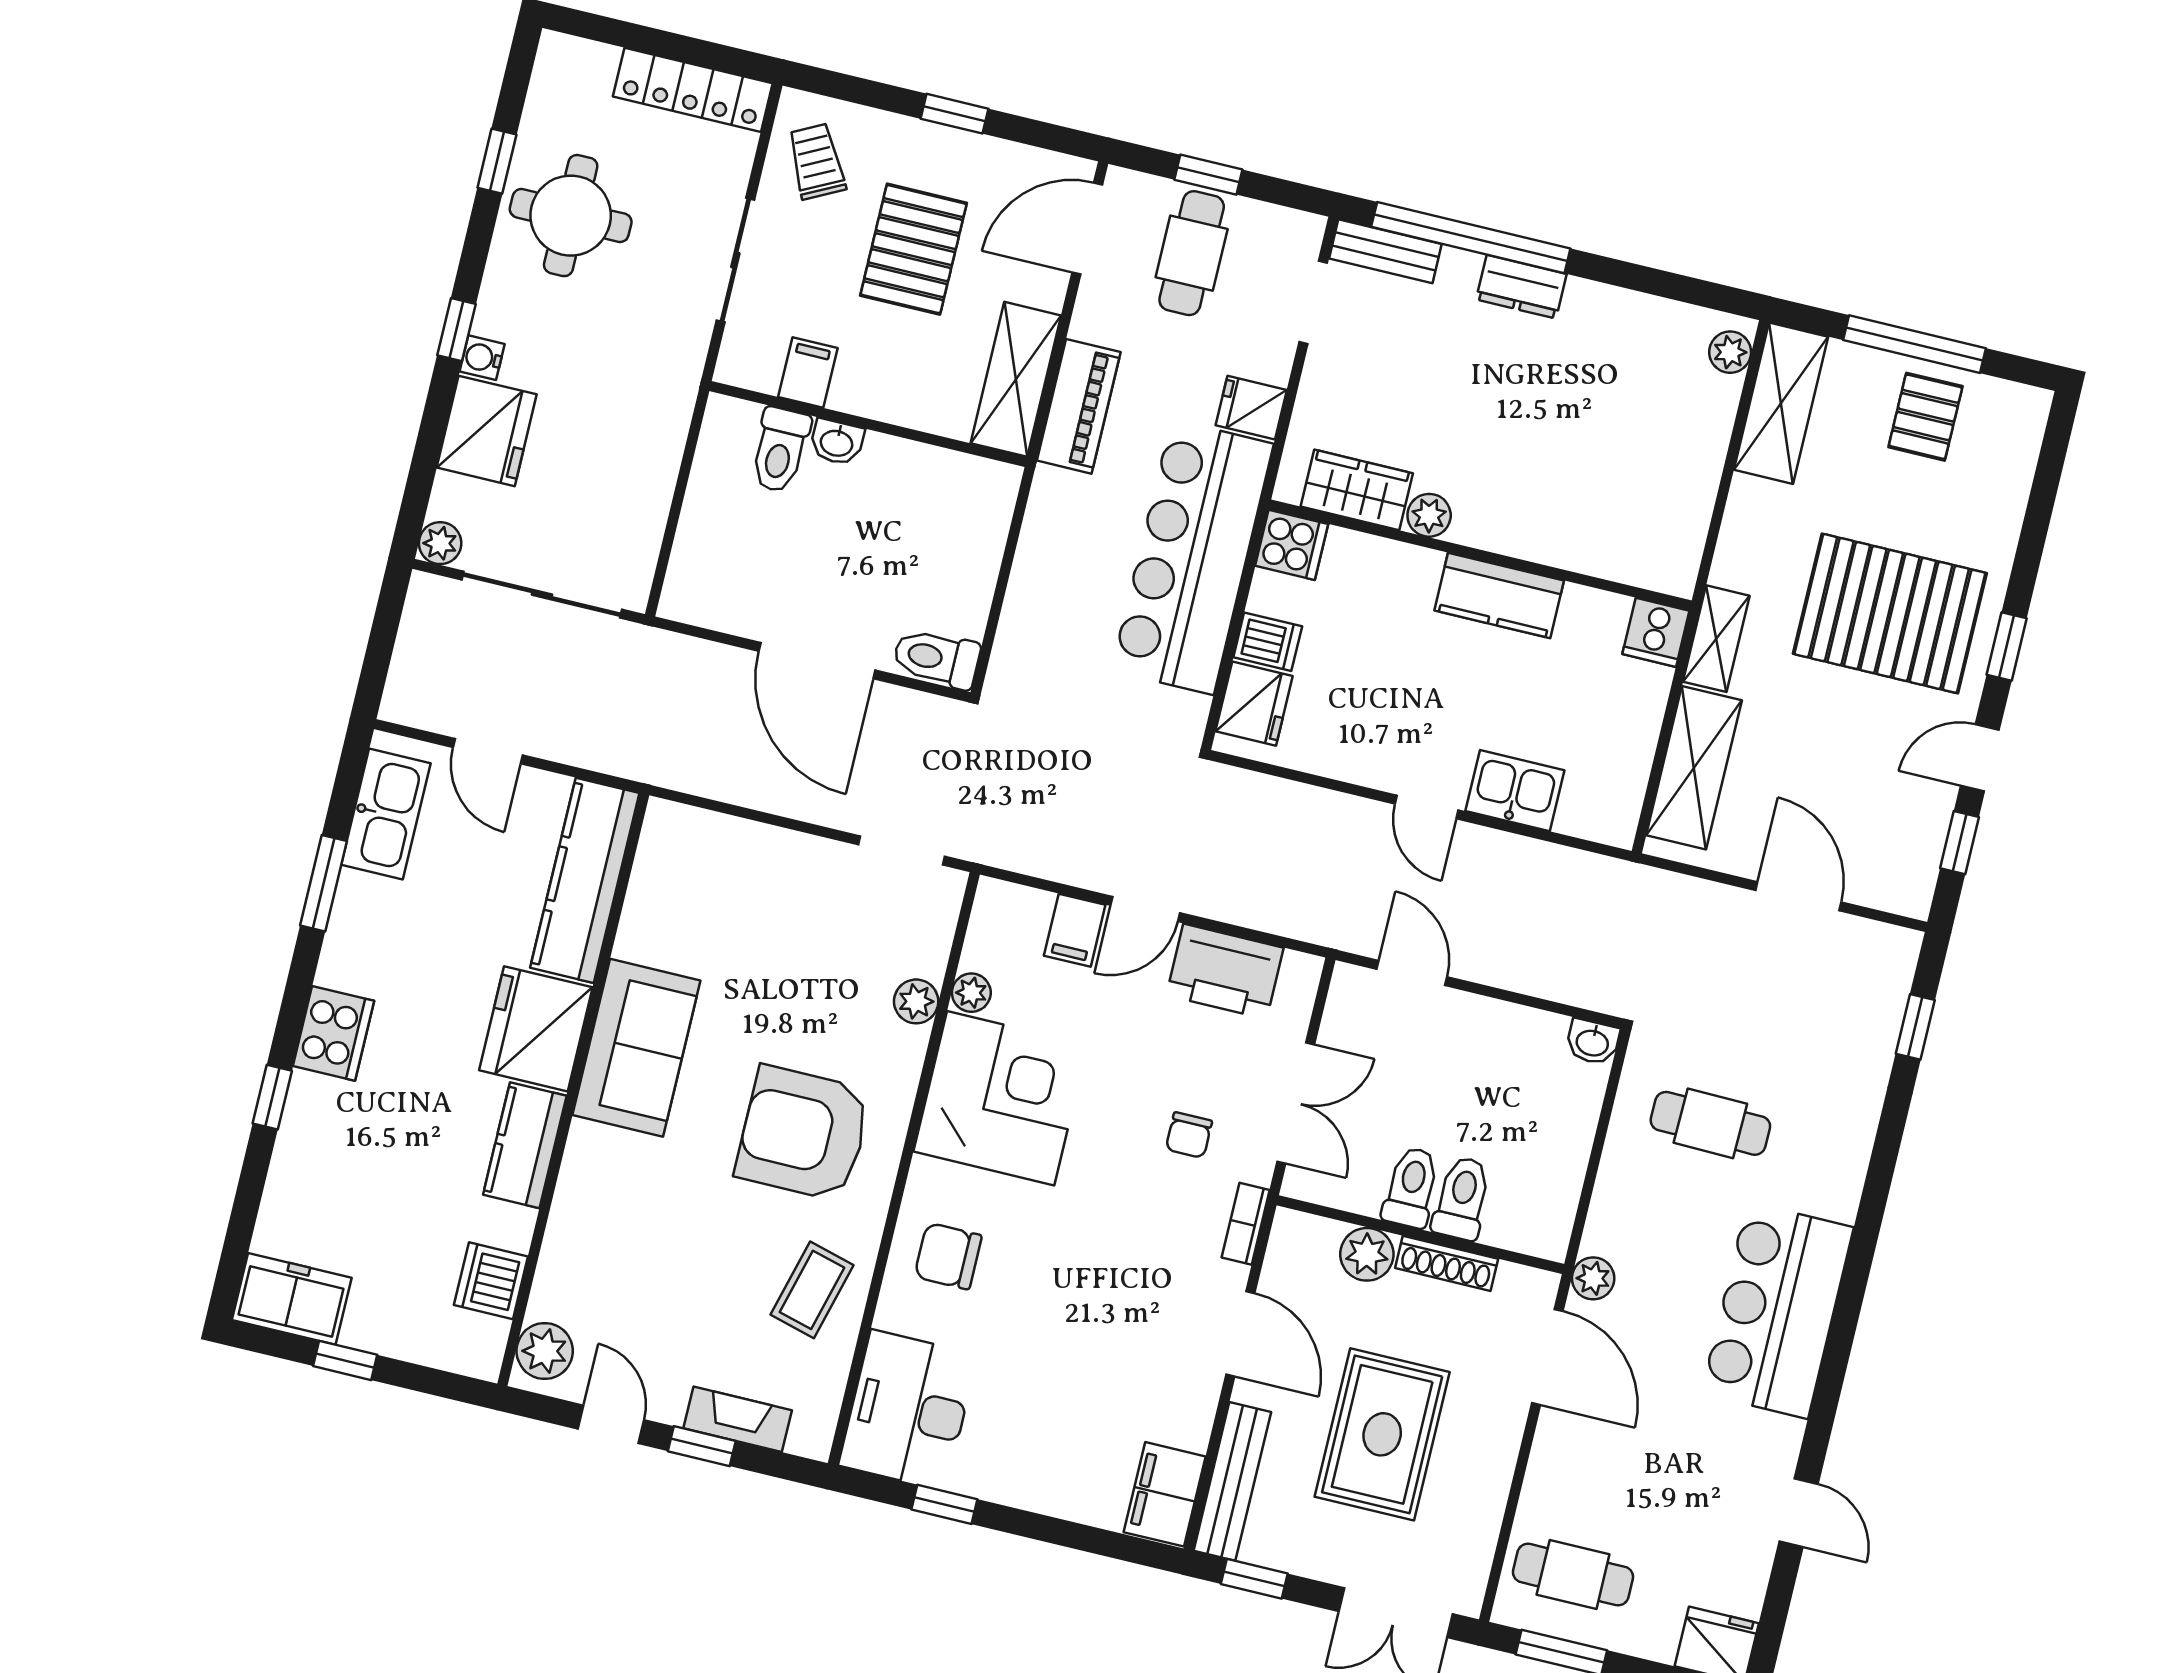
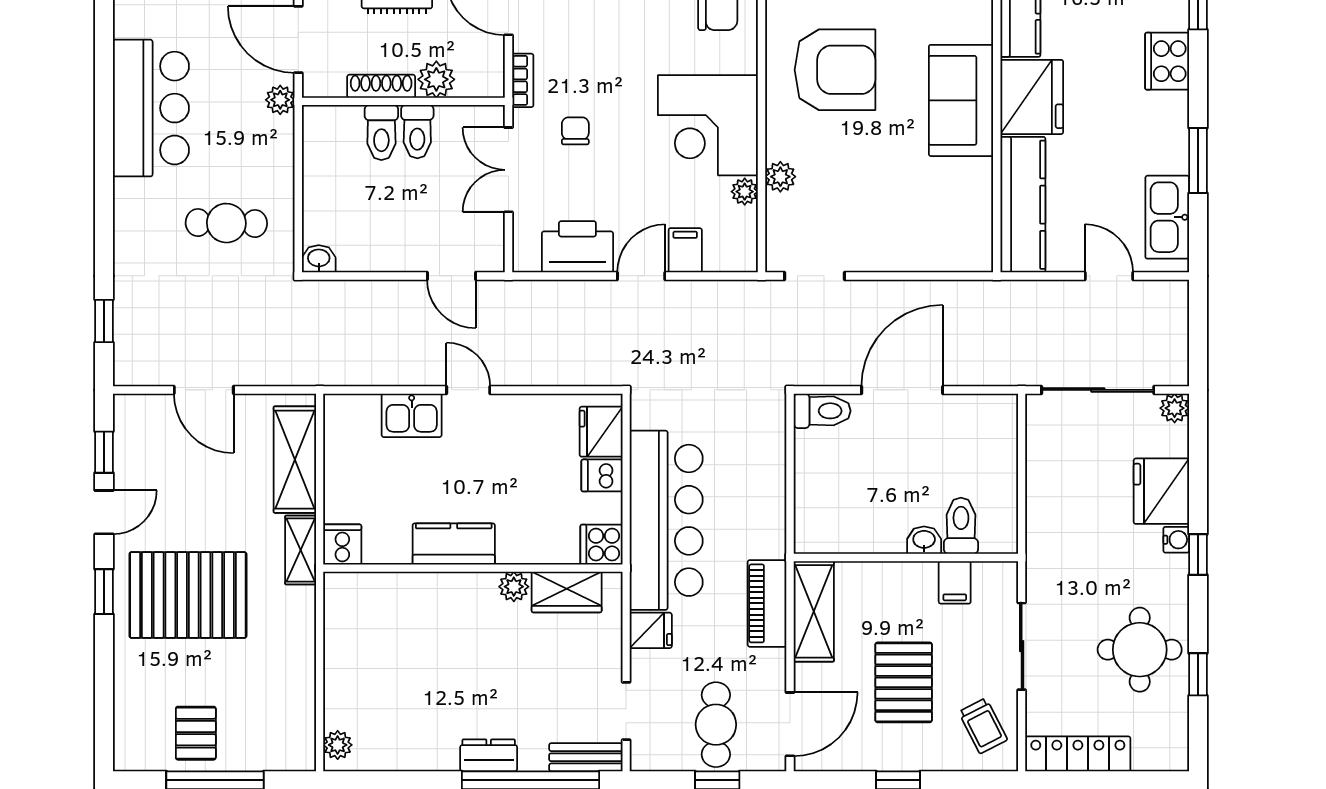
shelving: (1781, 403) -> (295, 719), removed
door: (817, 661) -> (902, 390), hinge flipped

